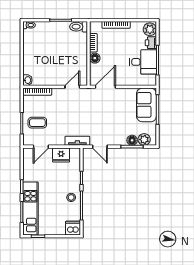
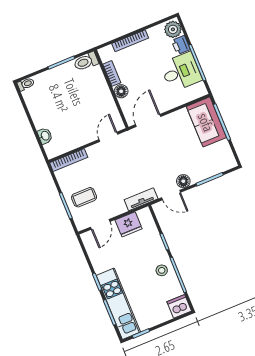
washbasin: (27, 80) -> (45, 136), moved
plant: (144, 139) -> (221, 165), removed
floor lamp: (132, 140) -> (183, 181), moved

